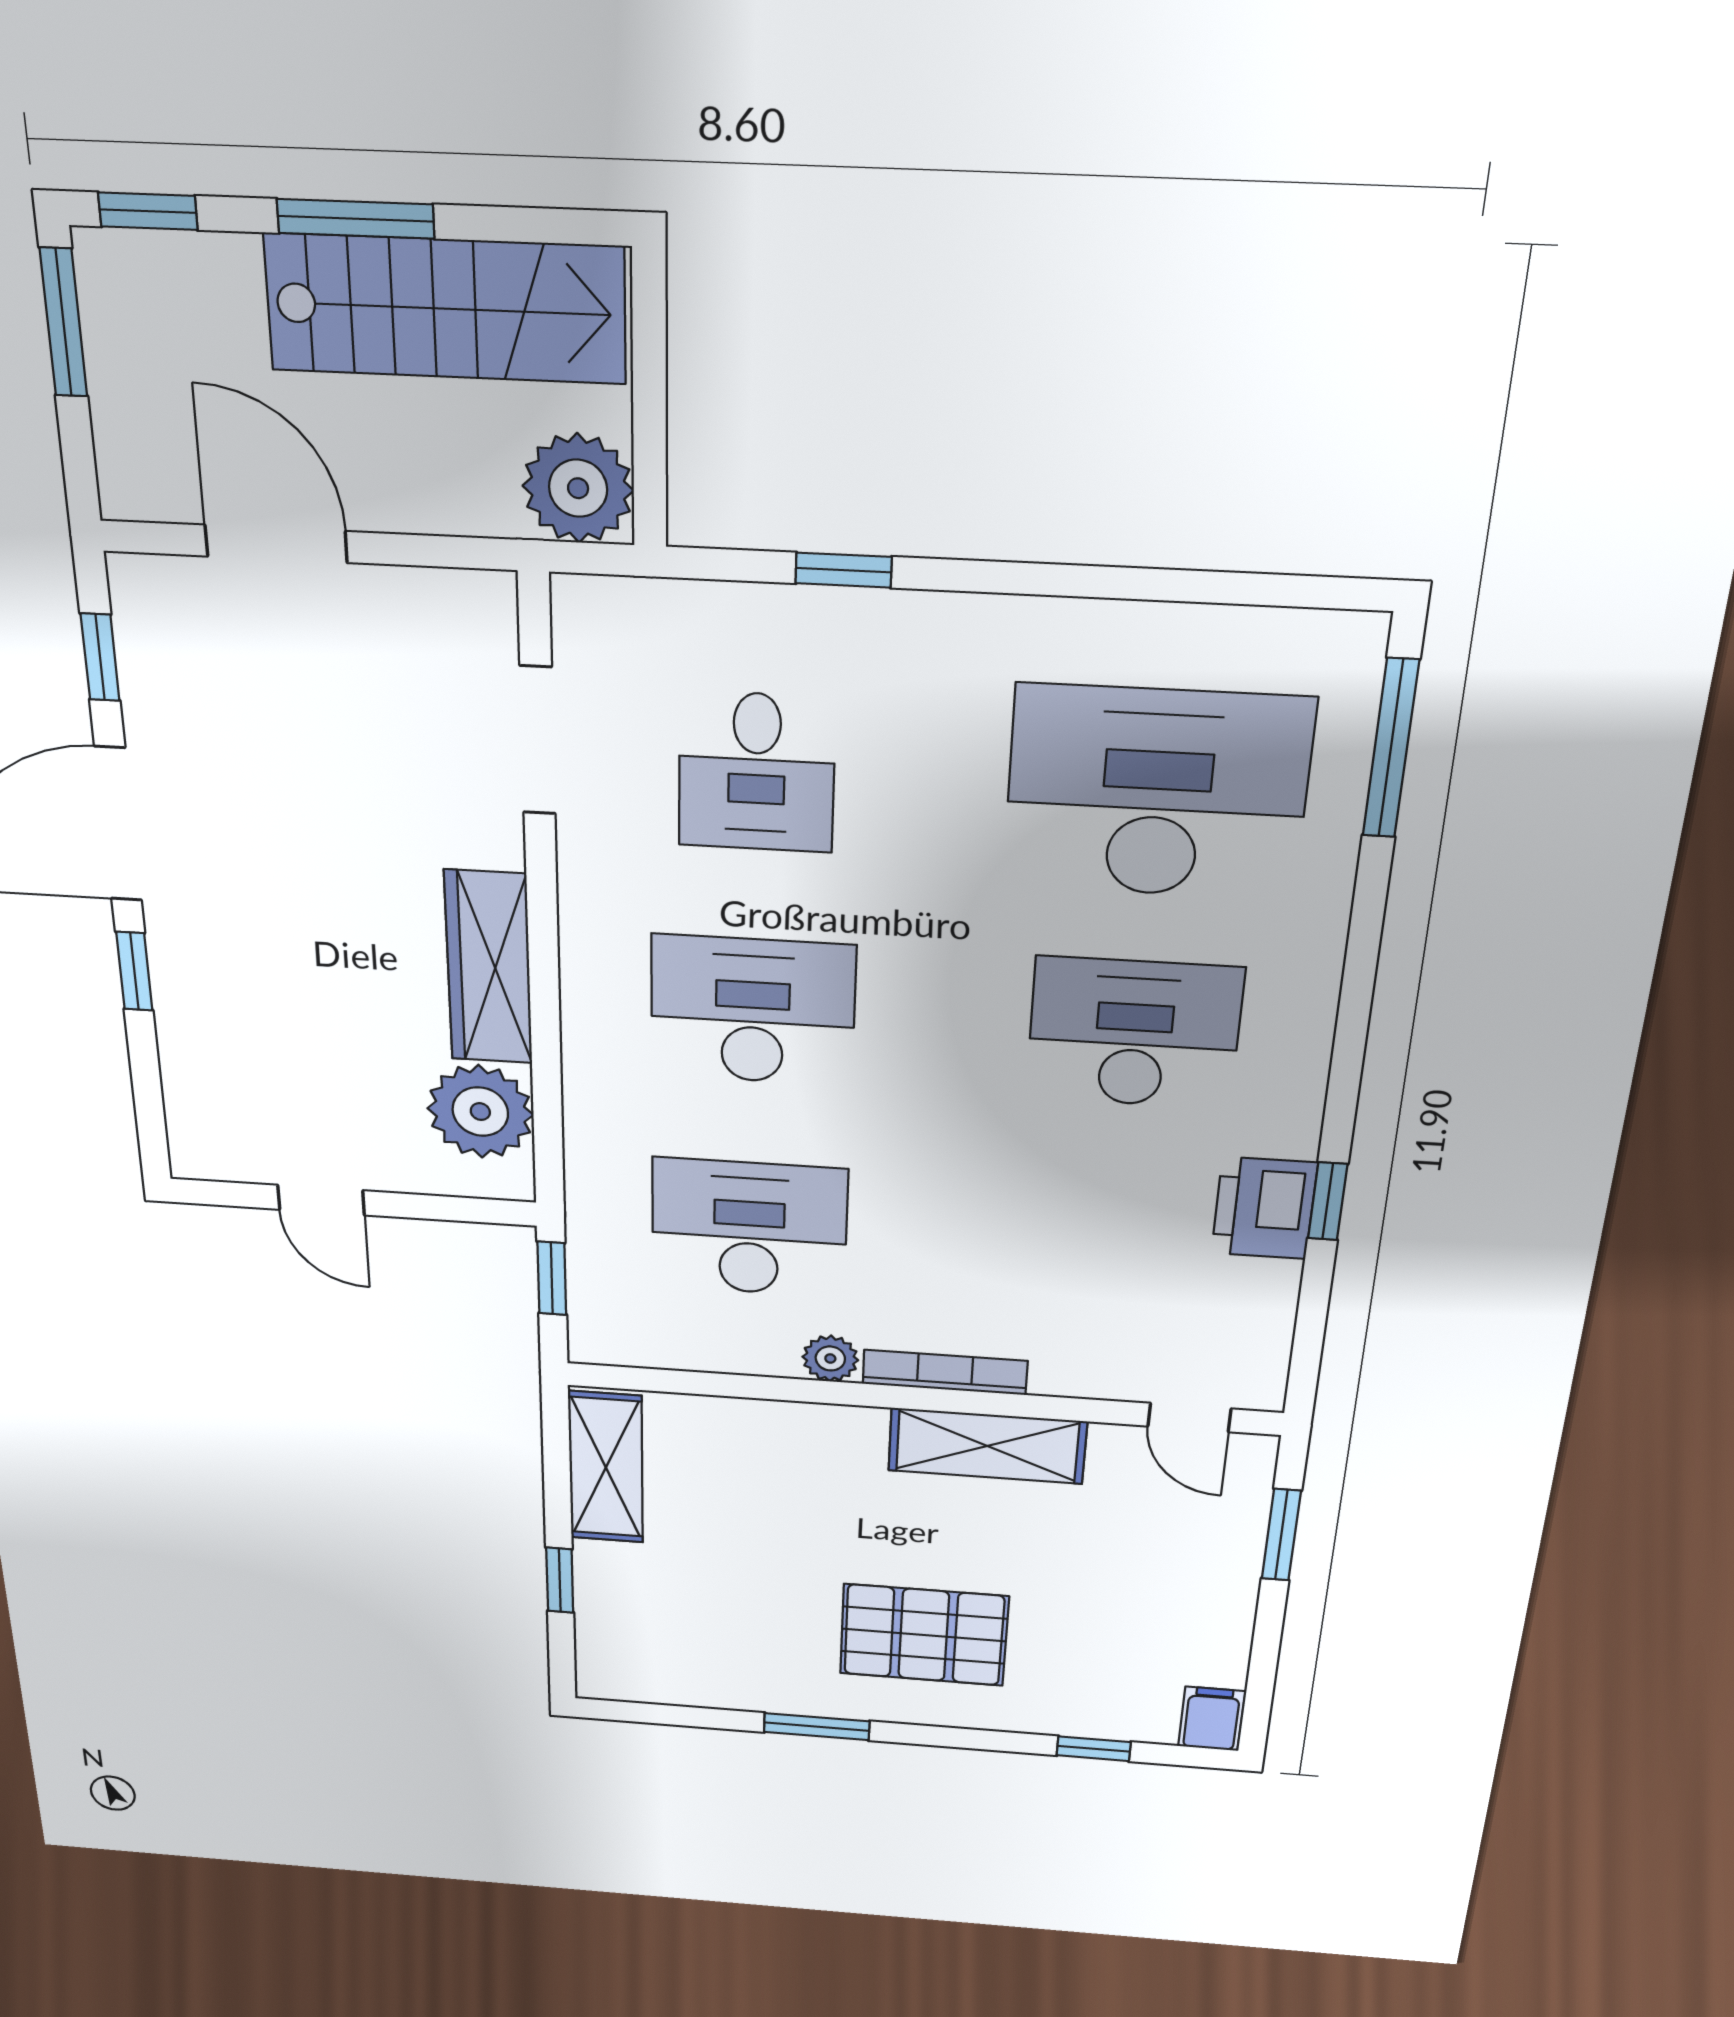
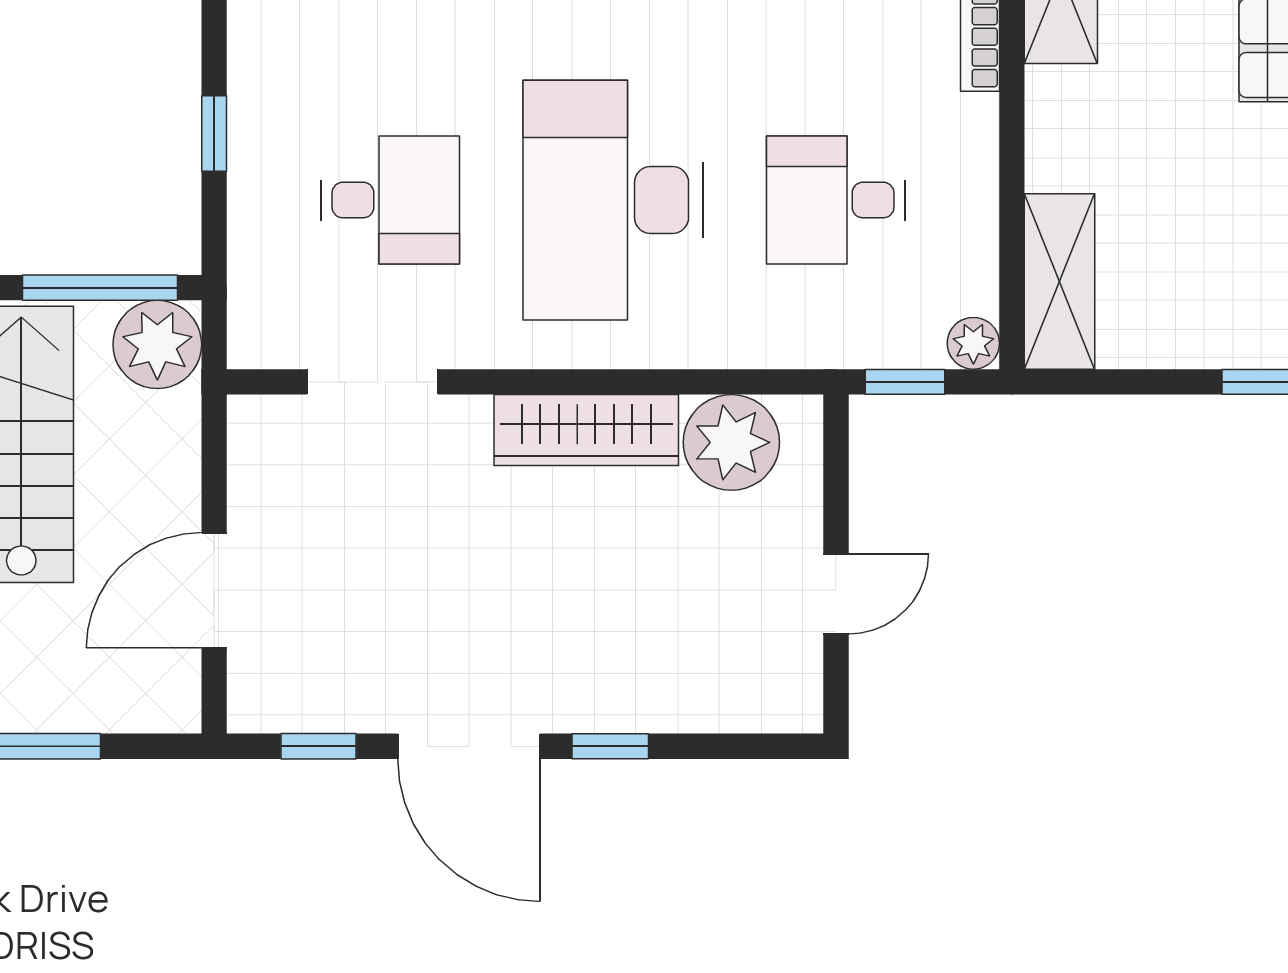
window: (649, 419) -> (100, 288), added
desk: (753, 1011) -> (613, 200), width x1.36, depth x1.30
desk: (749, 1228) -> (836, 200), width x0.73
plant: (830, 1358) -> (973, 343), moved
shelving: (606, 1467) -> (1060, 281), moved, turned 90

